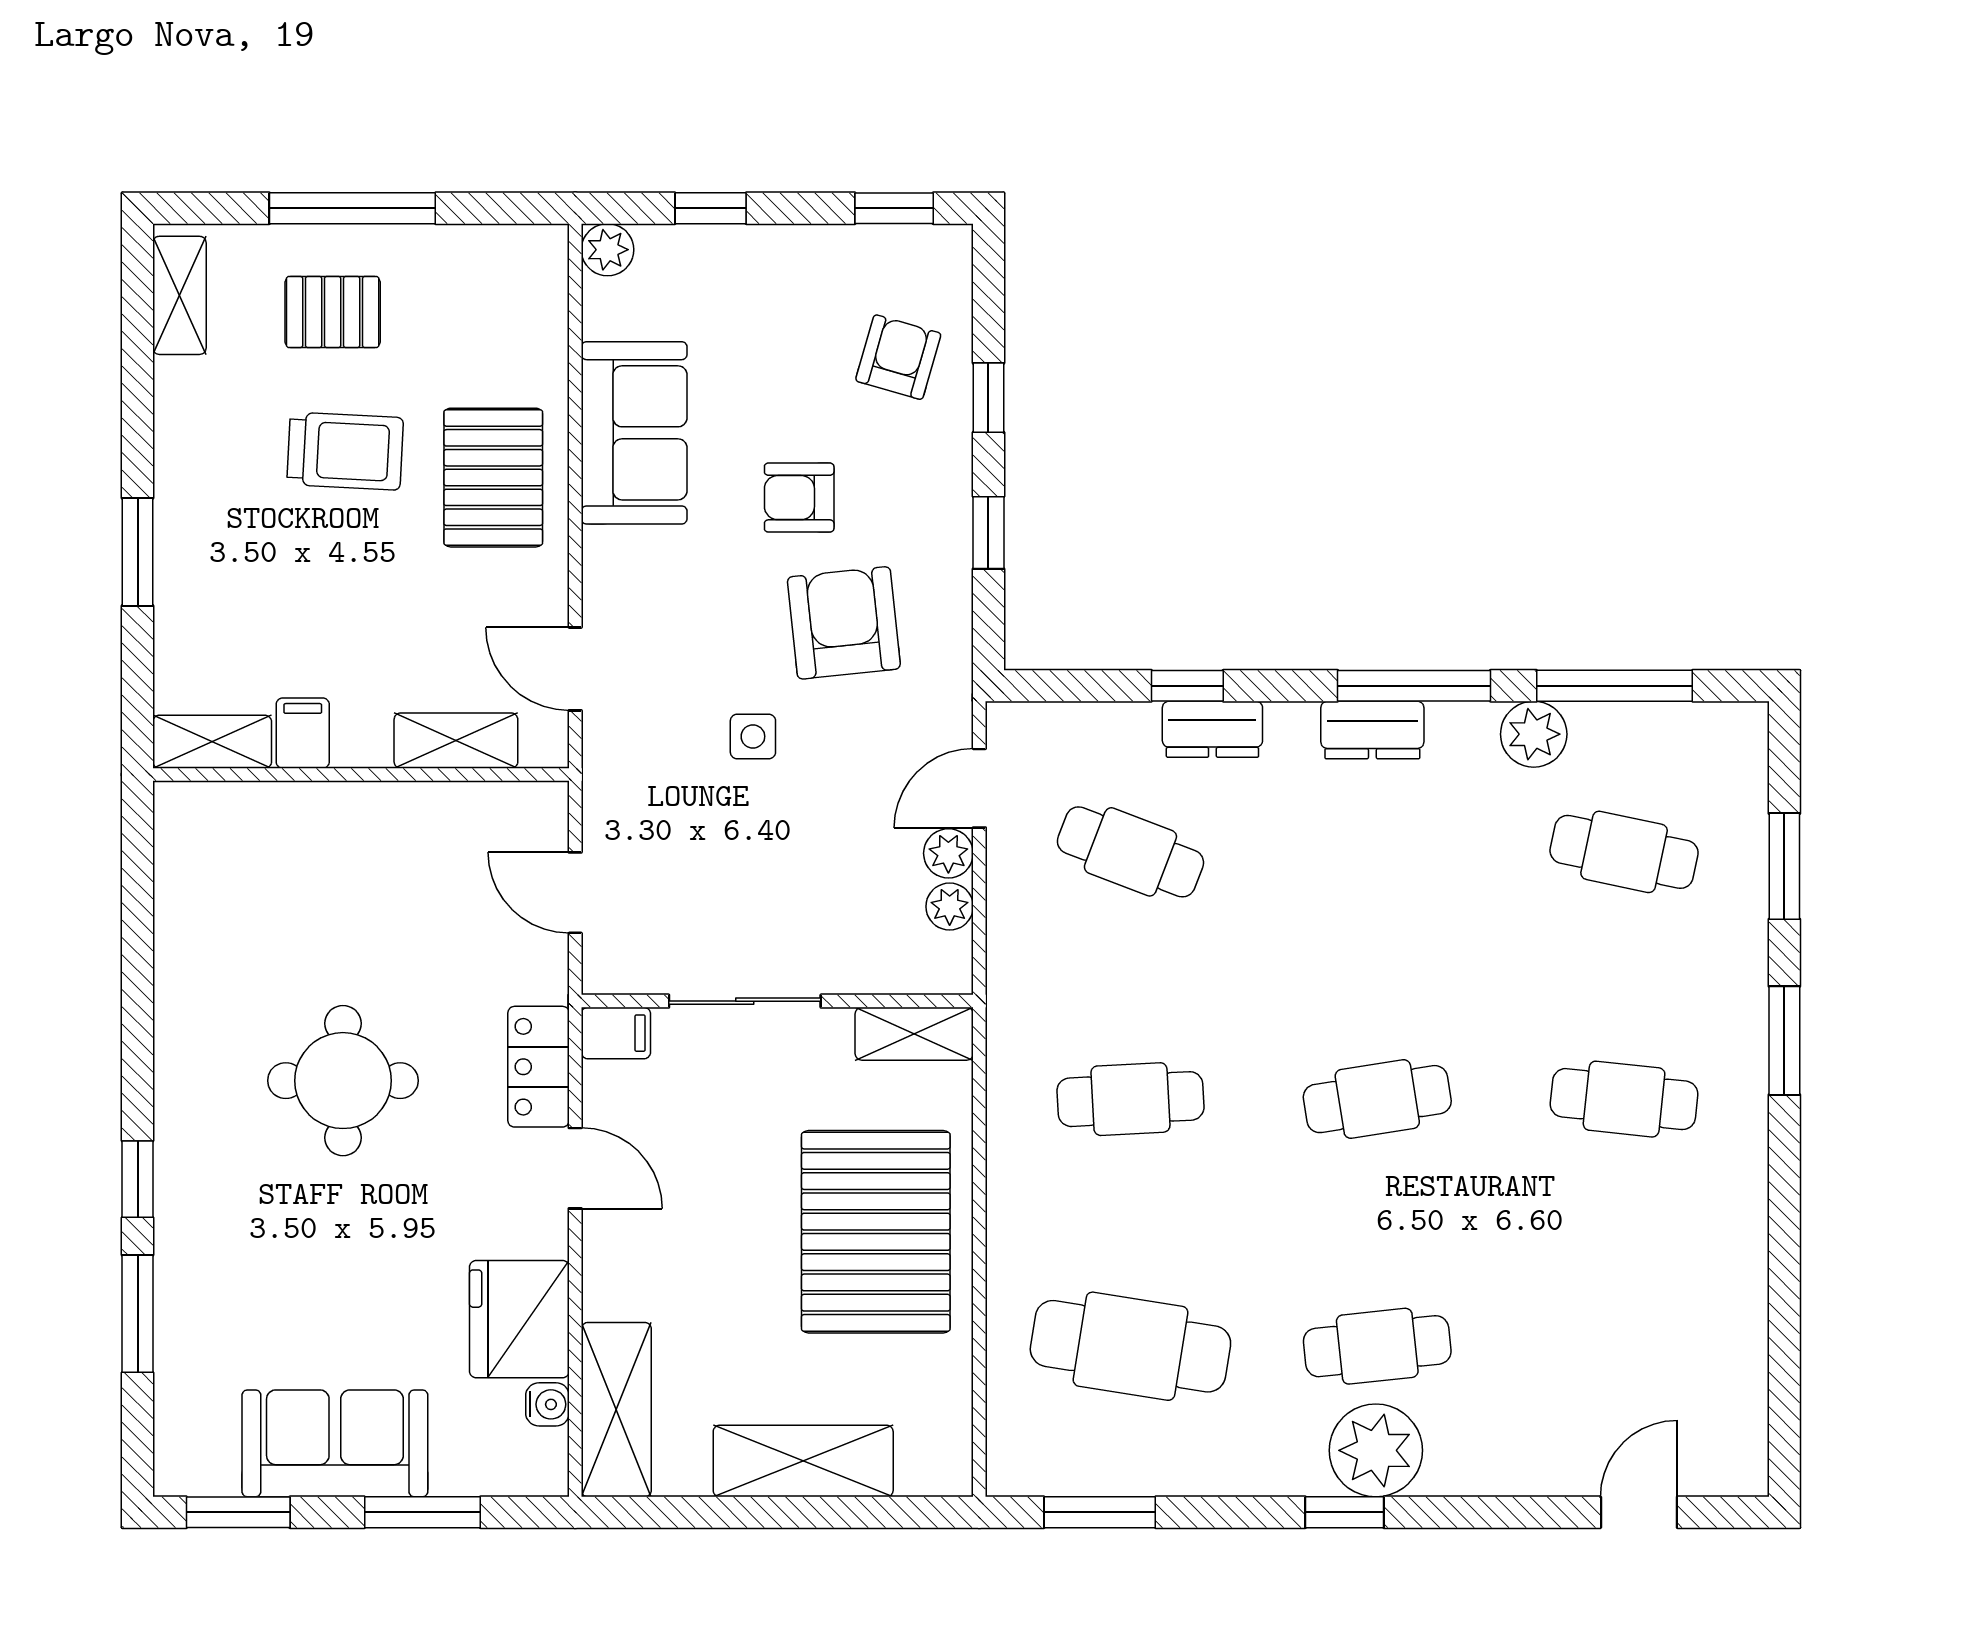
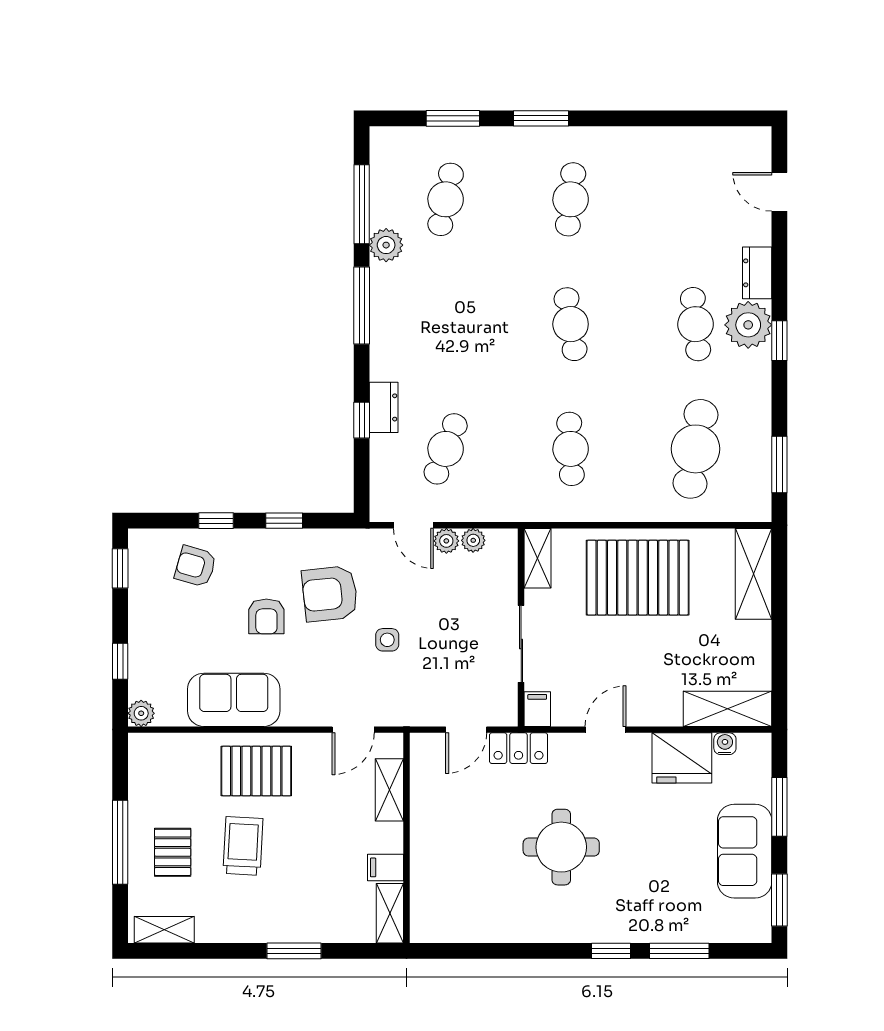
dresser: (1372, 730) -> (757, 273), moved, turned 180
locker: (539, 1067) -> (519, 748), moved
shelving: (803, 1461) -> (754, 574), moved

